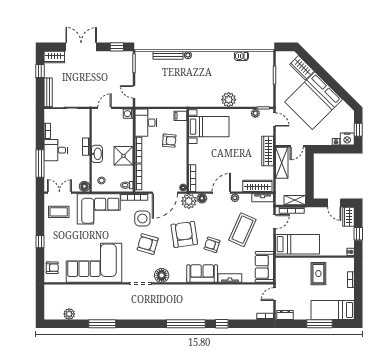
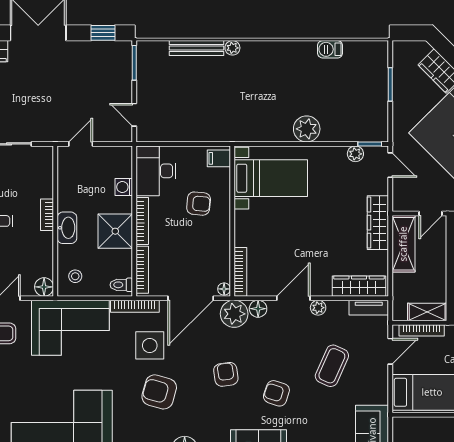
washing machine: (128, 114) -> (124, 187), moved
coffee table: (242, 230) -> (332, 366), width x0.73, depth x0.76
armchair: (184, 234) -> (226, 374), width x0.53, depth x0.53

